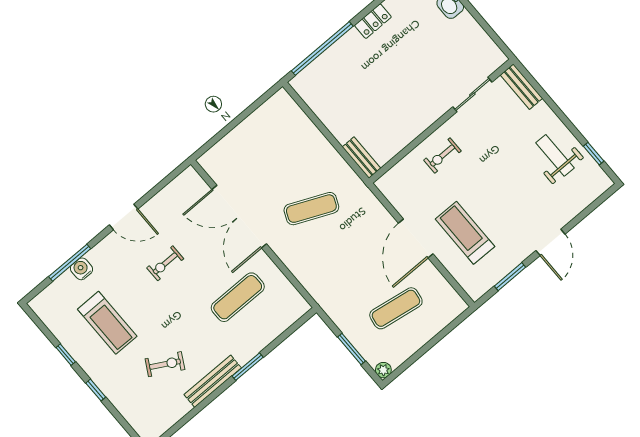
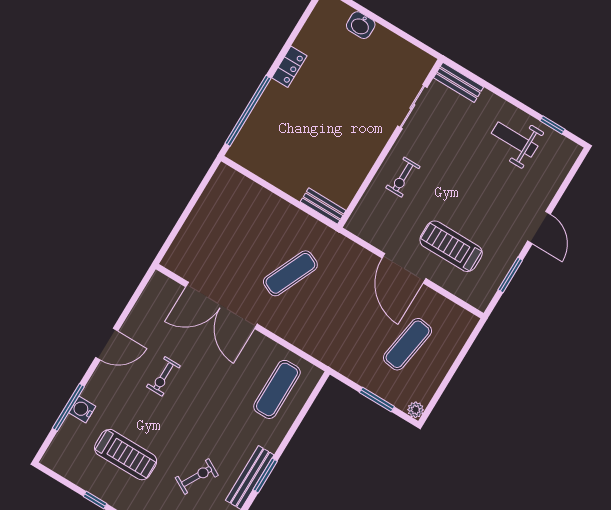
exercise mat: (238, 297) -> (277, 389), moved
window: (248, 367) -> (265, 476), moved

